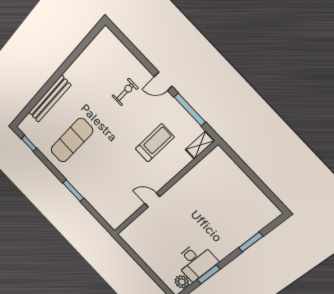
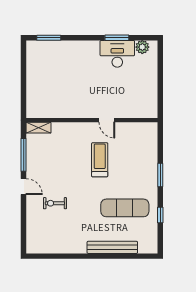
window: (29, 143) -> (160, 215), moved
treadmill: (155, 143) -> (100, 160), moved, turned 90
window: (251, 242) -> (49, 38), moved

